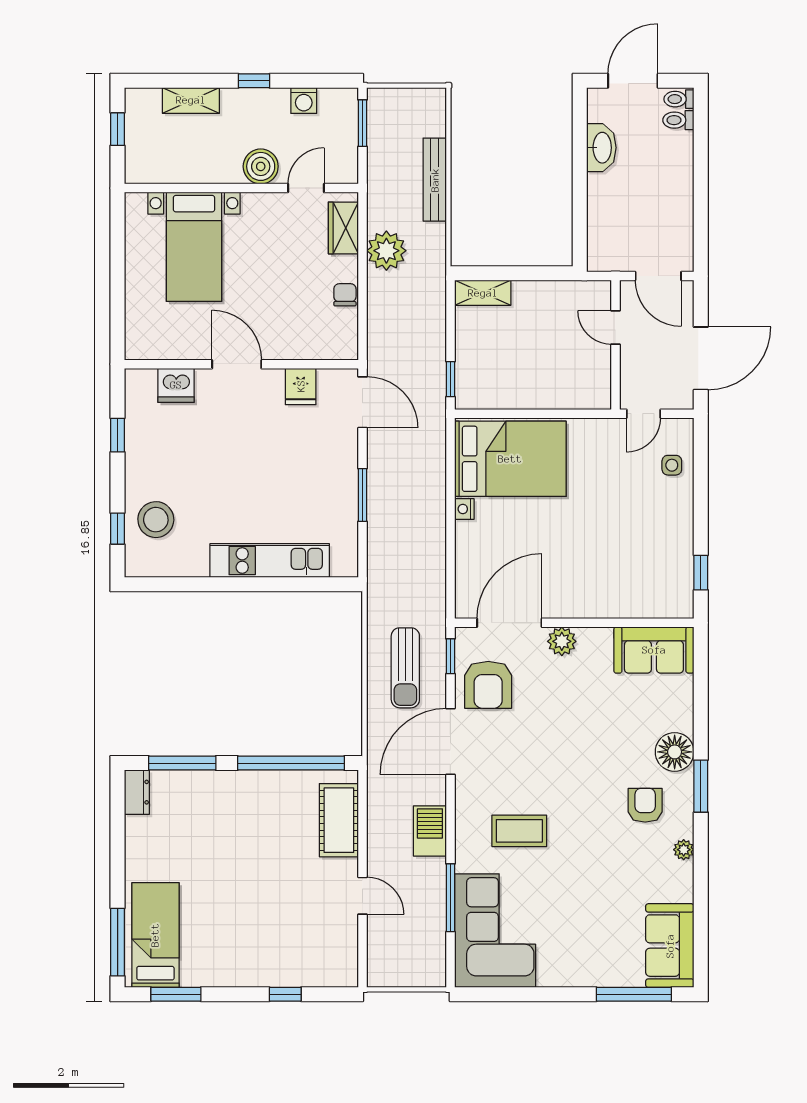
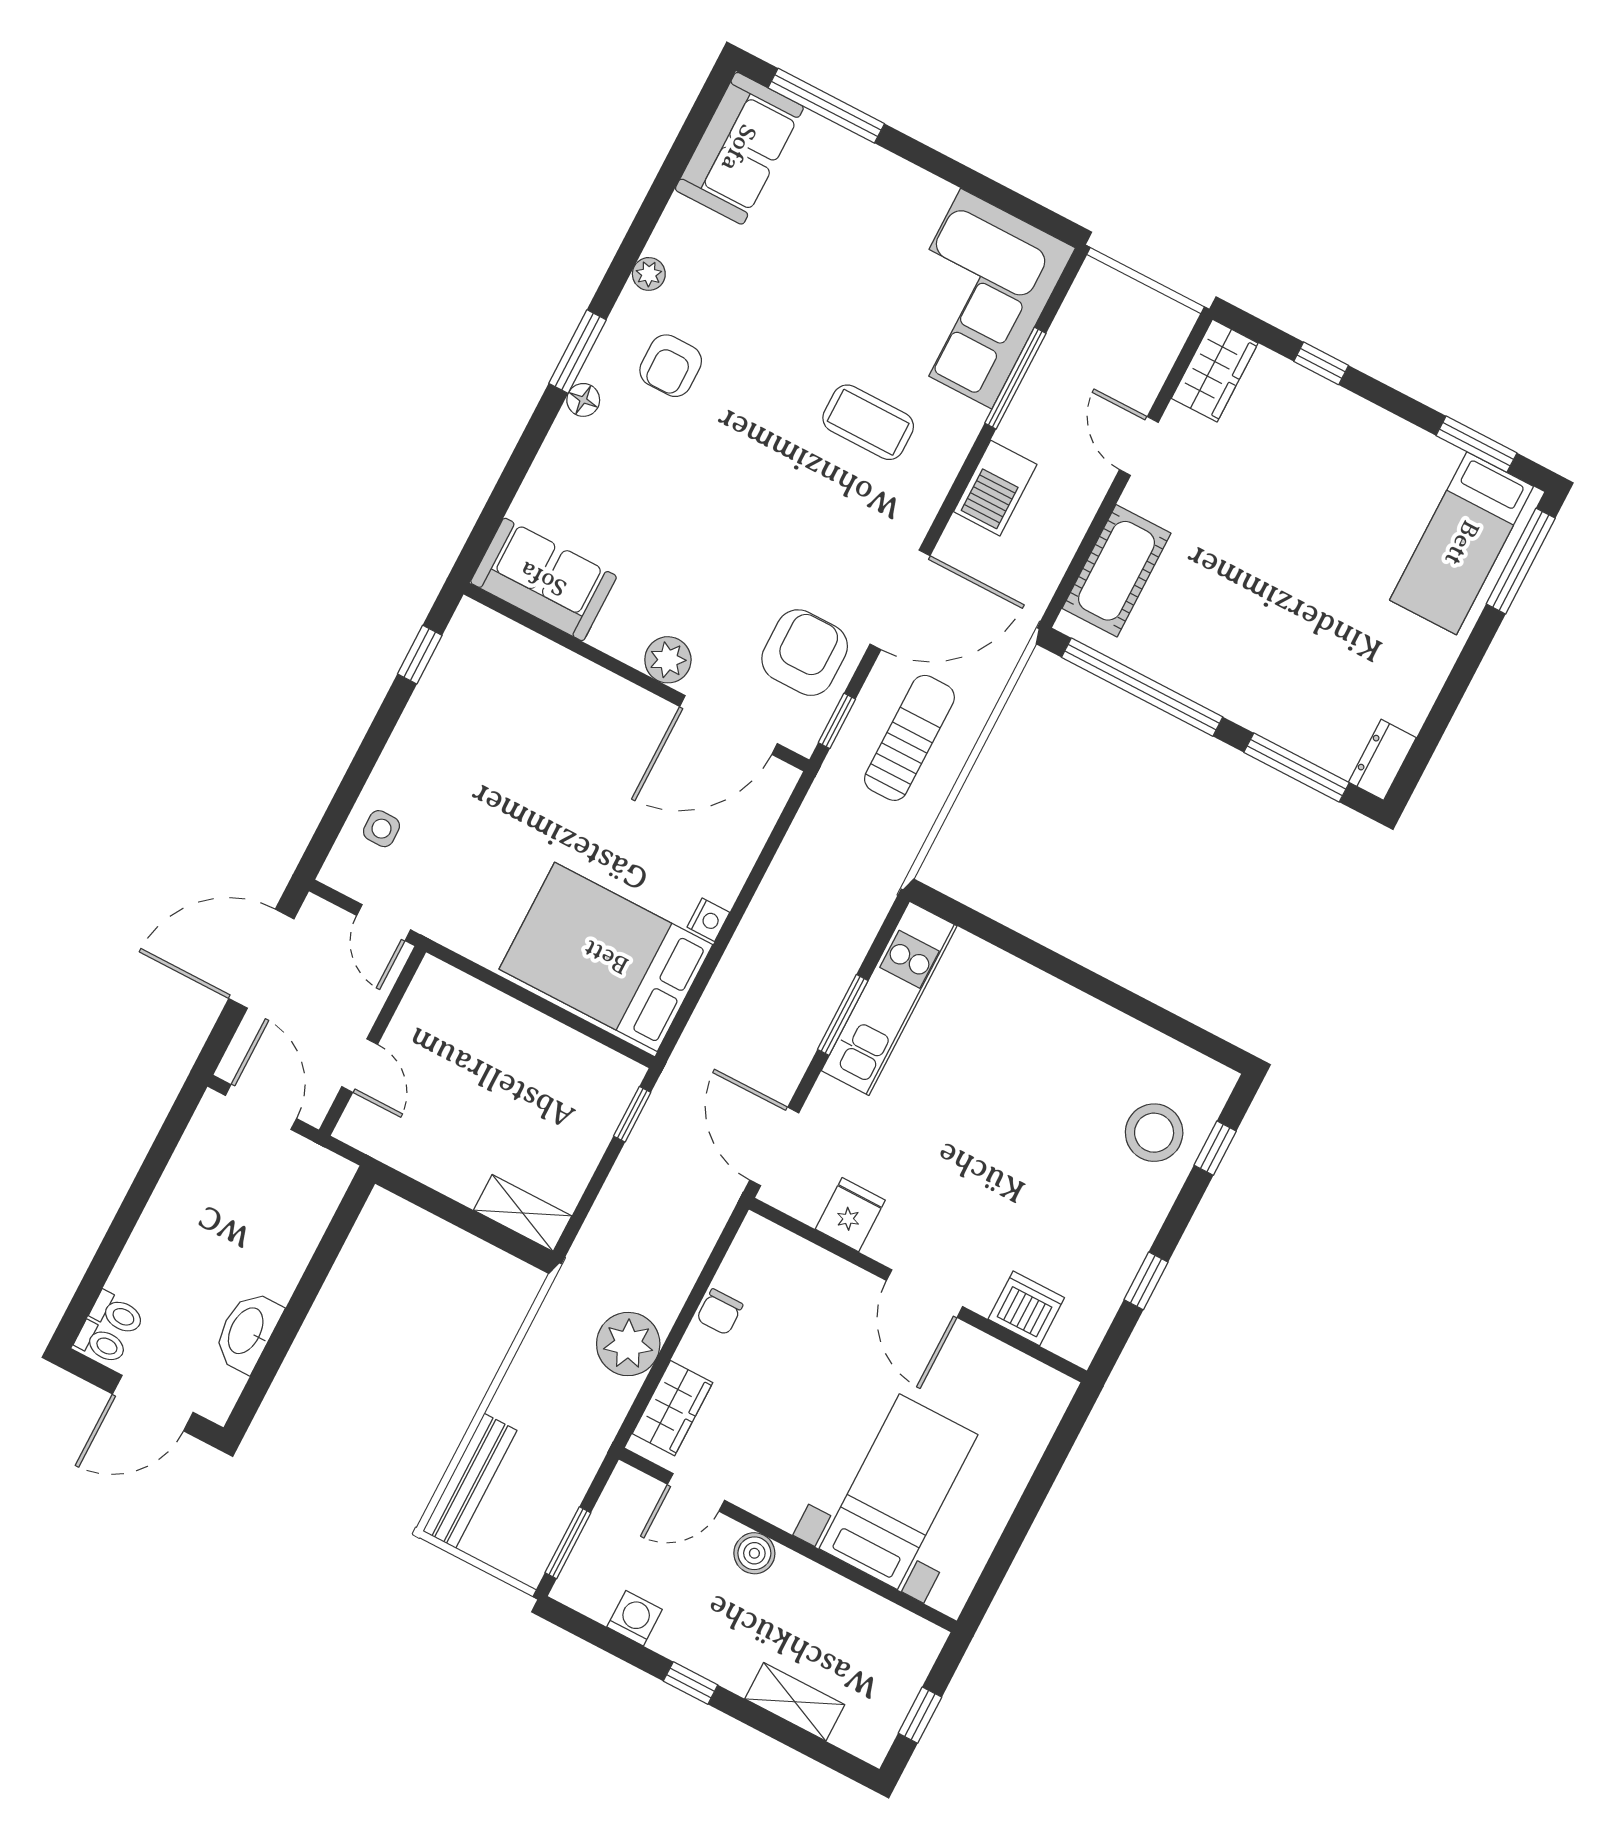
boiler: (261, 166) -> (754, 1553), width x0.73, depth x0.73
bench: (435, 180) -> (470, 1481), moved
door: (643, 414) -> (384, 923), swing flipped
kitchen unit: (270, 561) -> (889, 998), moved, turned -90
floor lamp: (675, 752) -> (583, 400), width x0.53, depth x0.53
wardrobe: (342, 959) -> (1215, 371), added

